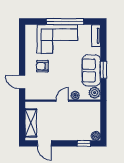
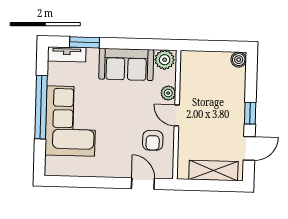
armchair: (42, 66) -> (153, 140), moved
window: (103, 70) -> (84, 42), moved
door: (22, 82) -> (143, 184), swing flipped
window: (84, 143) -> (250, 113), moved

